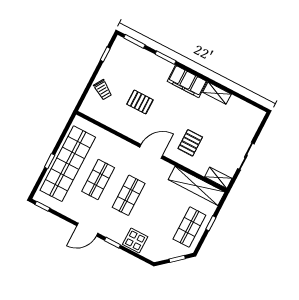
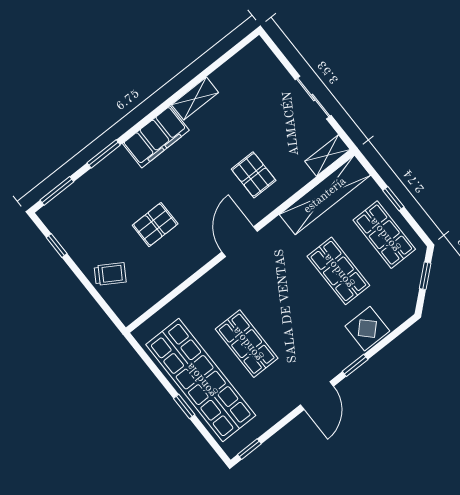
shop shelf: (129, 195) -> (338, 271), moved

